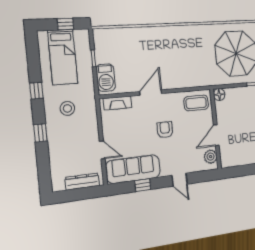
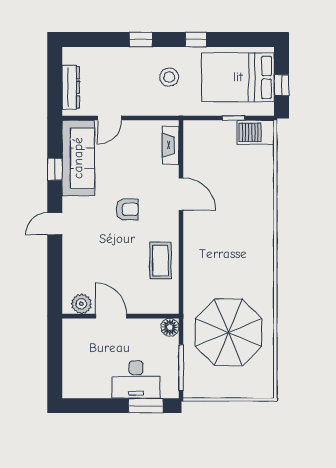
bed: (63, 57) -> (238, 77), width x1.50
barbecue: (106, 78) -> (256, 132), moved
floor lamp: (219, 94) -> (170, 327), moved
wall: (216, 129) -> (120, 316), moved
door: (216, 135) -> (111, 316), moved
plant: (211, 157) -> (81, 304), moved

